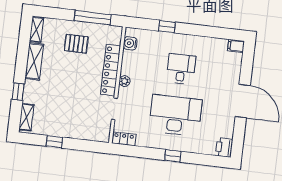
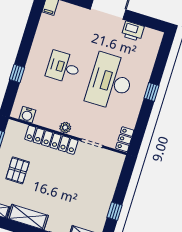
printer: (224, 147) -> (133, 31), moved

